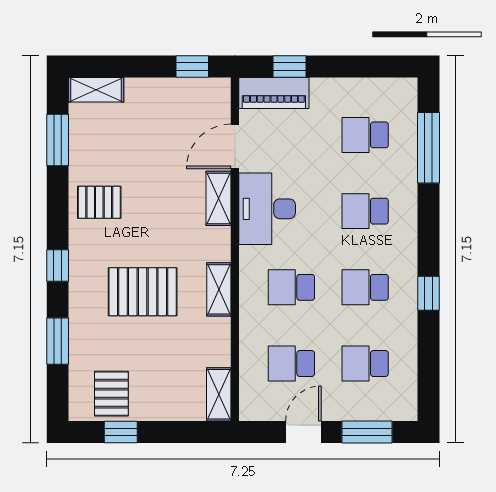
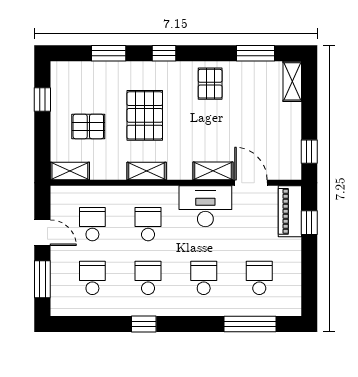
pallet: (111, 394) -> (88, 126), moved

